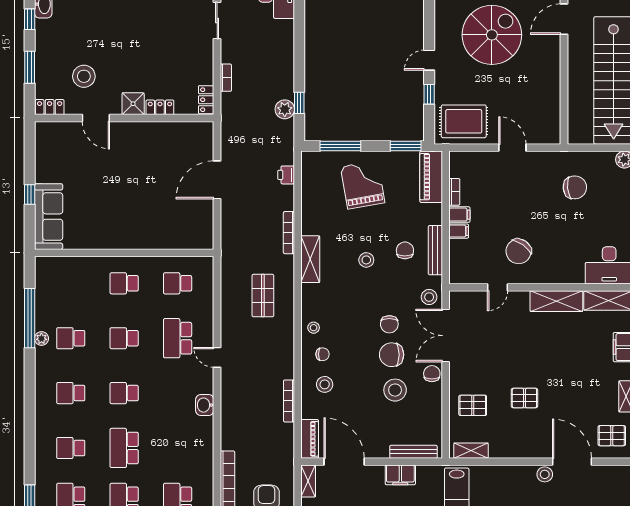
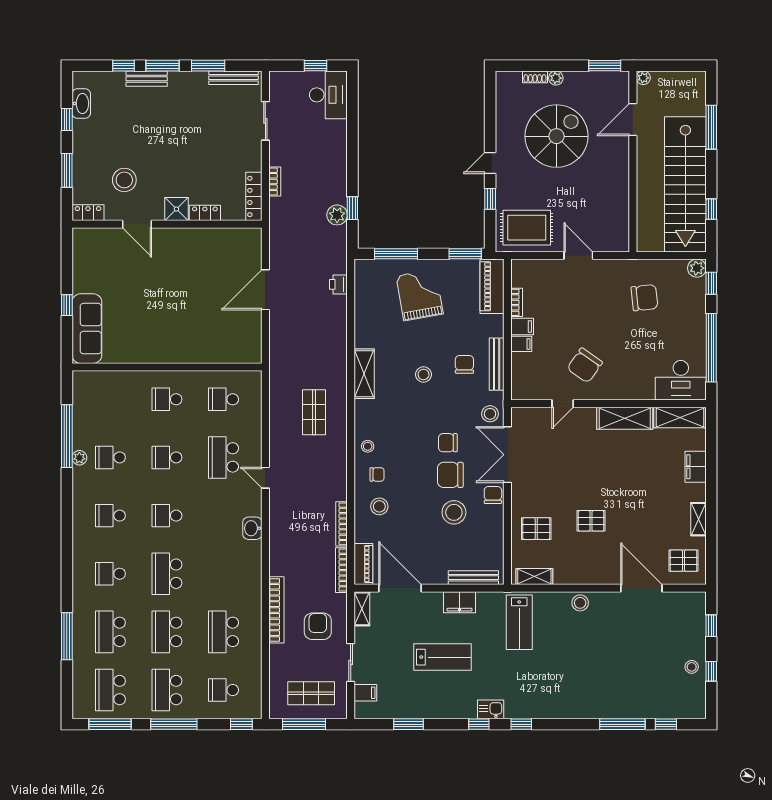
locker: (206, 100) -> (254, 196), width x1.53
bookcase: (289, 233) -> (341, 570), moved
chair: (389, 324) -> (448, 443), turned 90
stool: (545, 474) -> (580, 603), moved

